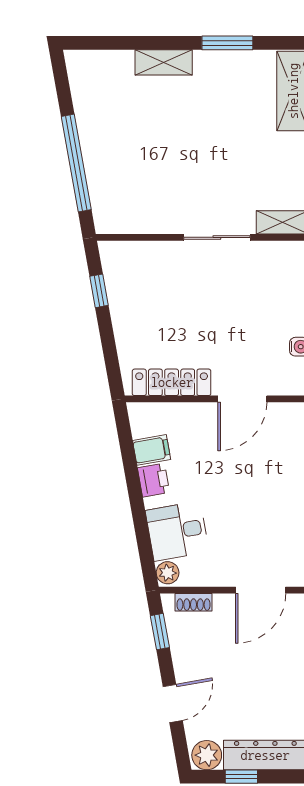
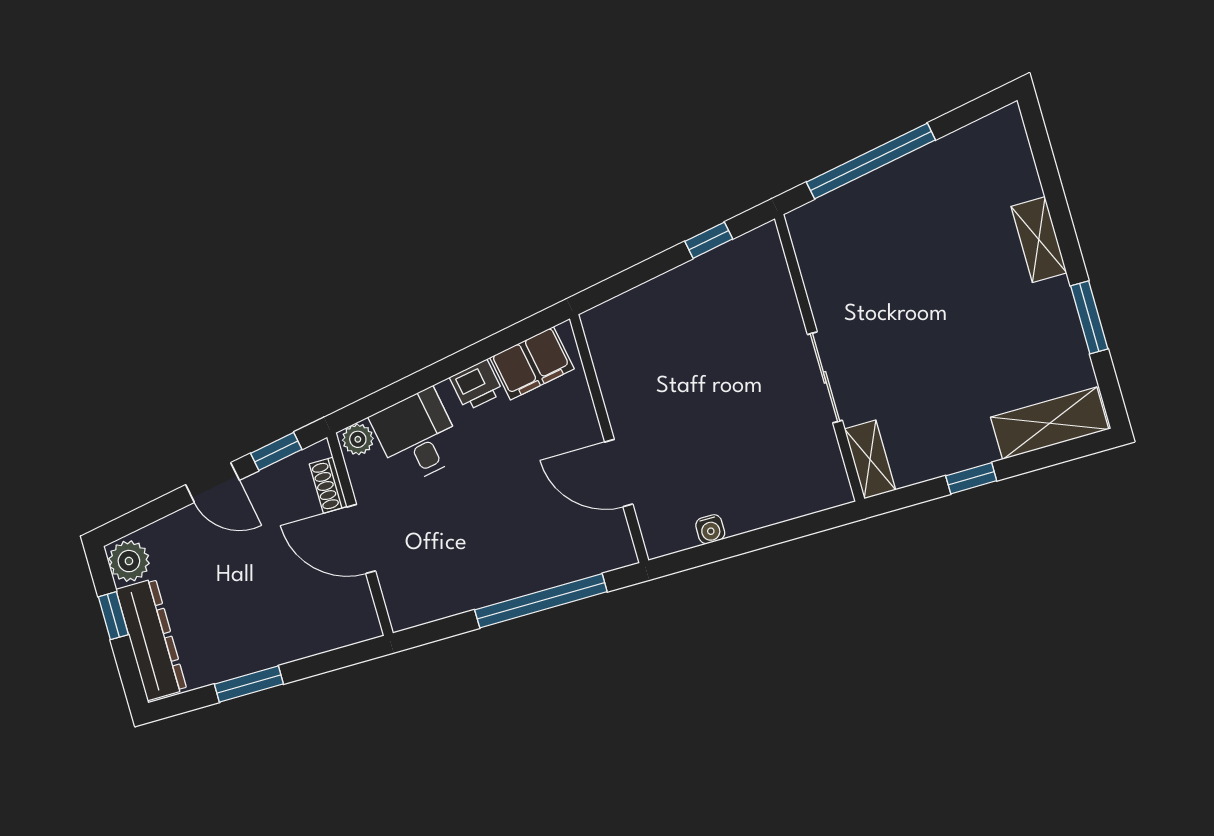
locker: (172, 382) -> (614, 372), removed
filing cabinet: (152, 450) -> (532, 363), width x2.00
door: (261, 590) -> (361, 539), moved
door: (173, 704) -> (213, 482), moved

